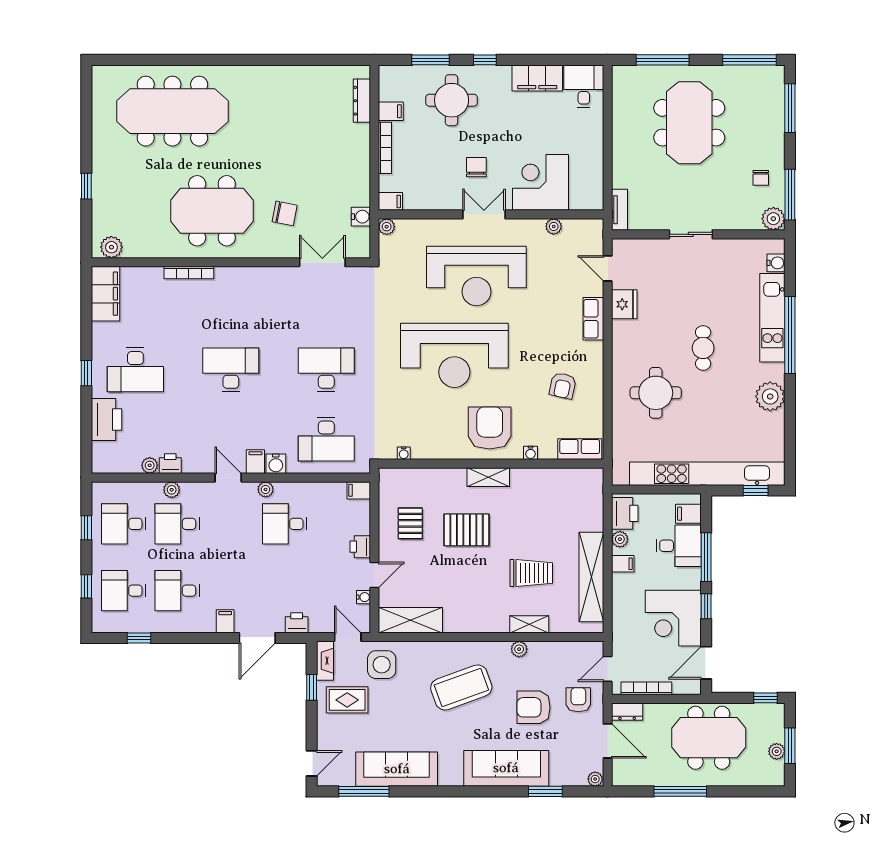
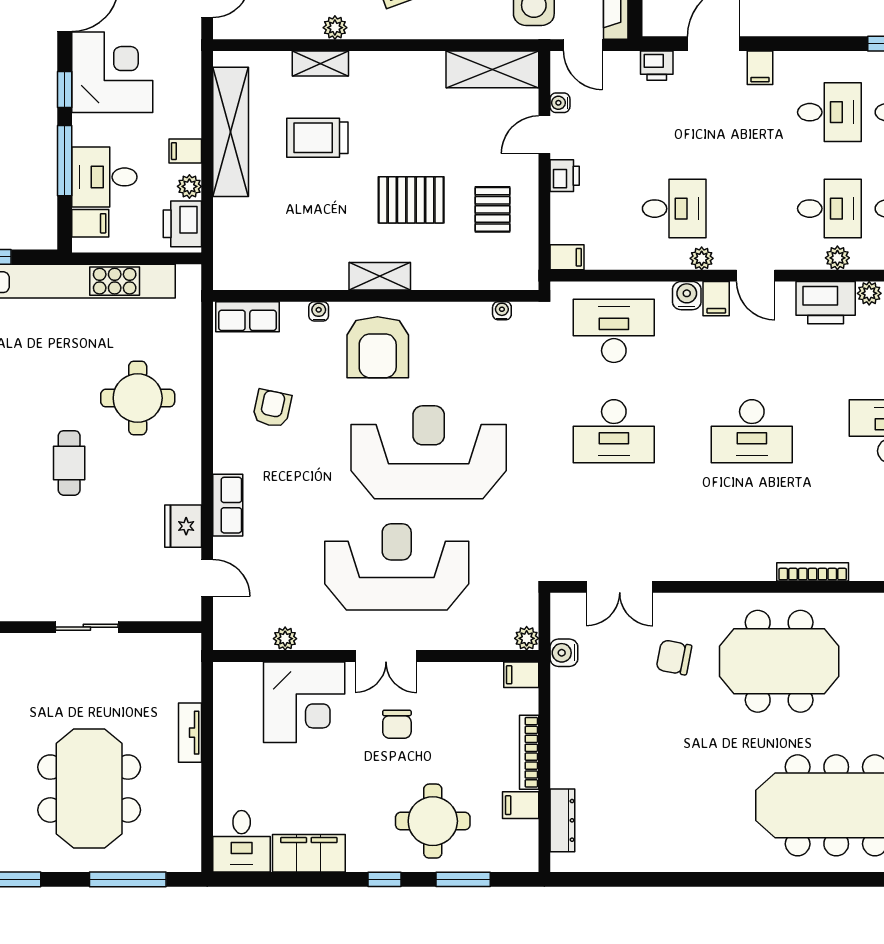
tv unit: (619, 210) -> (190, 733), moved
printer: (170, 464) -> (826, 303), width x1.87, depth x1.48

